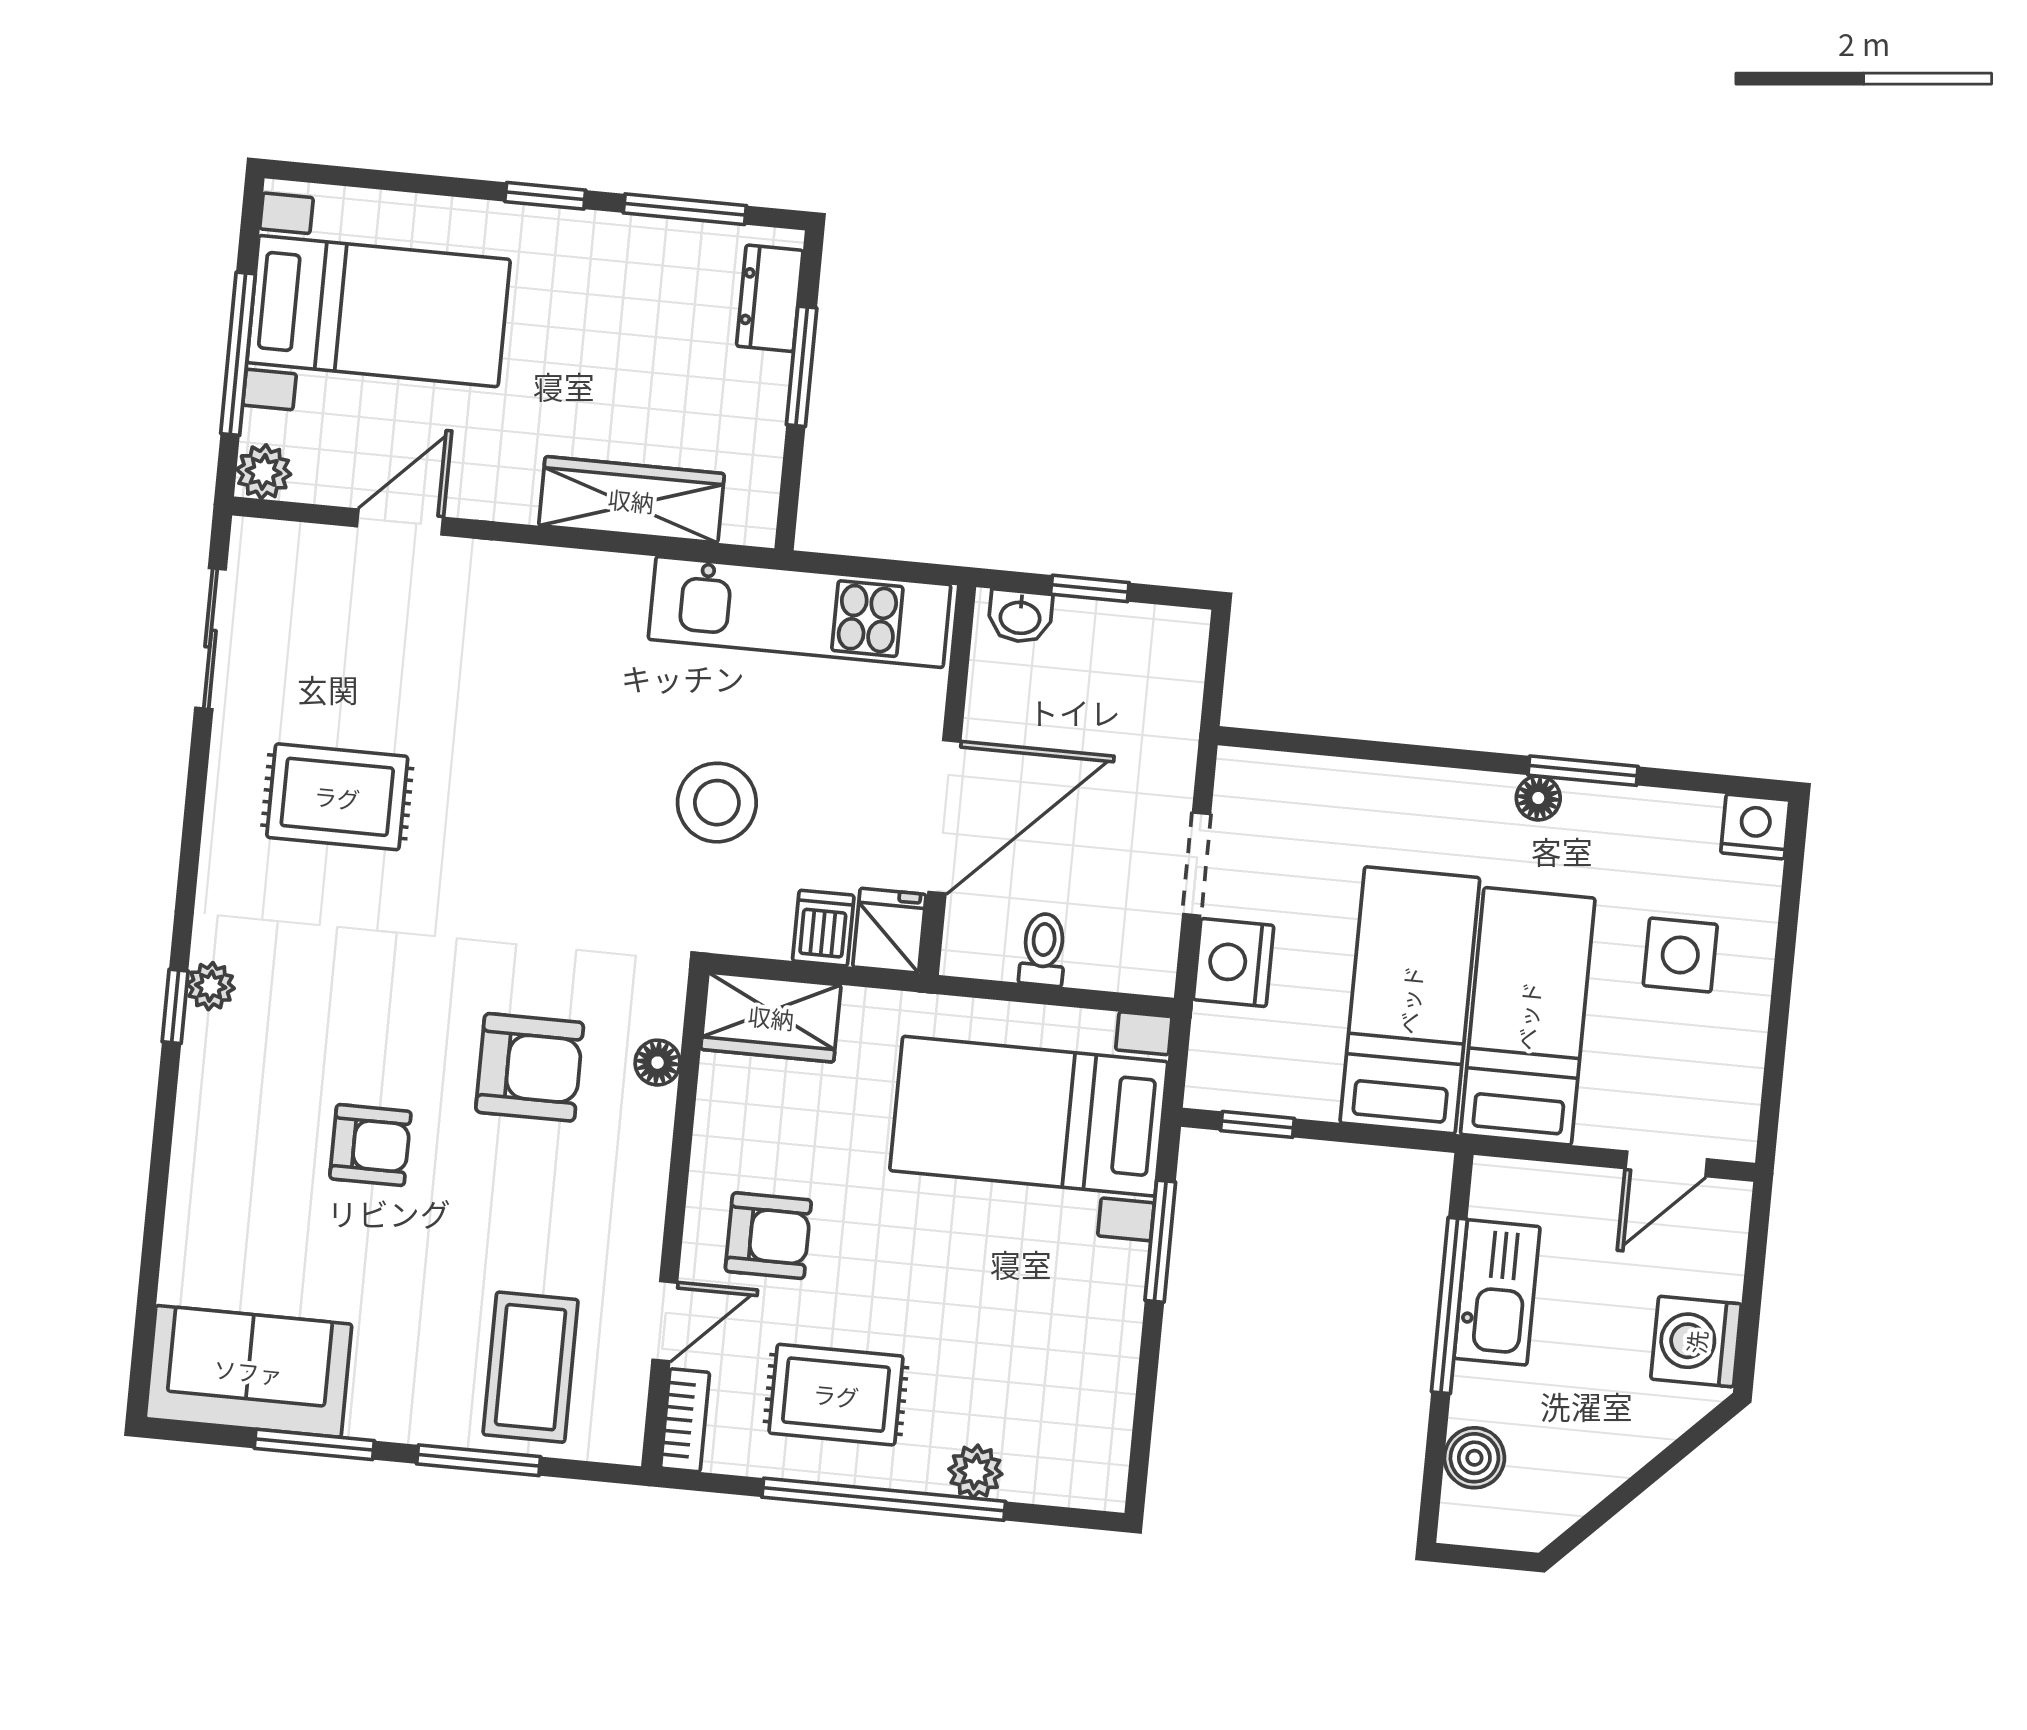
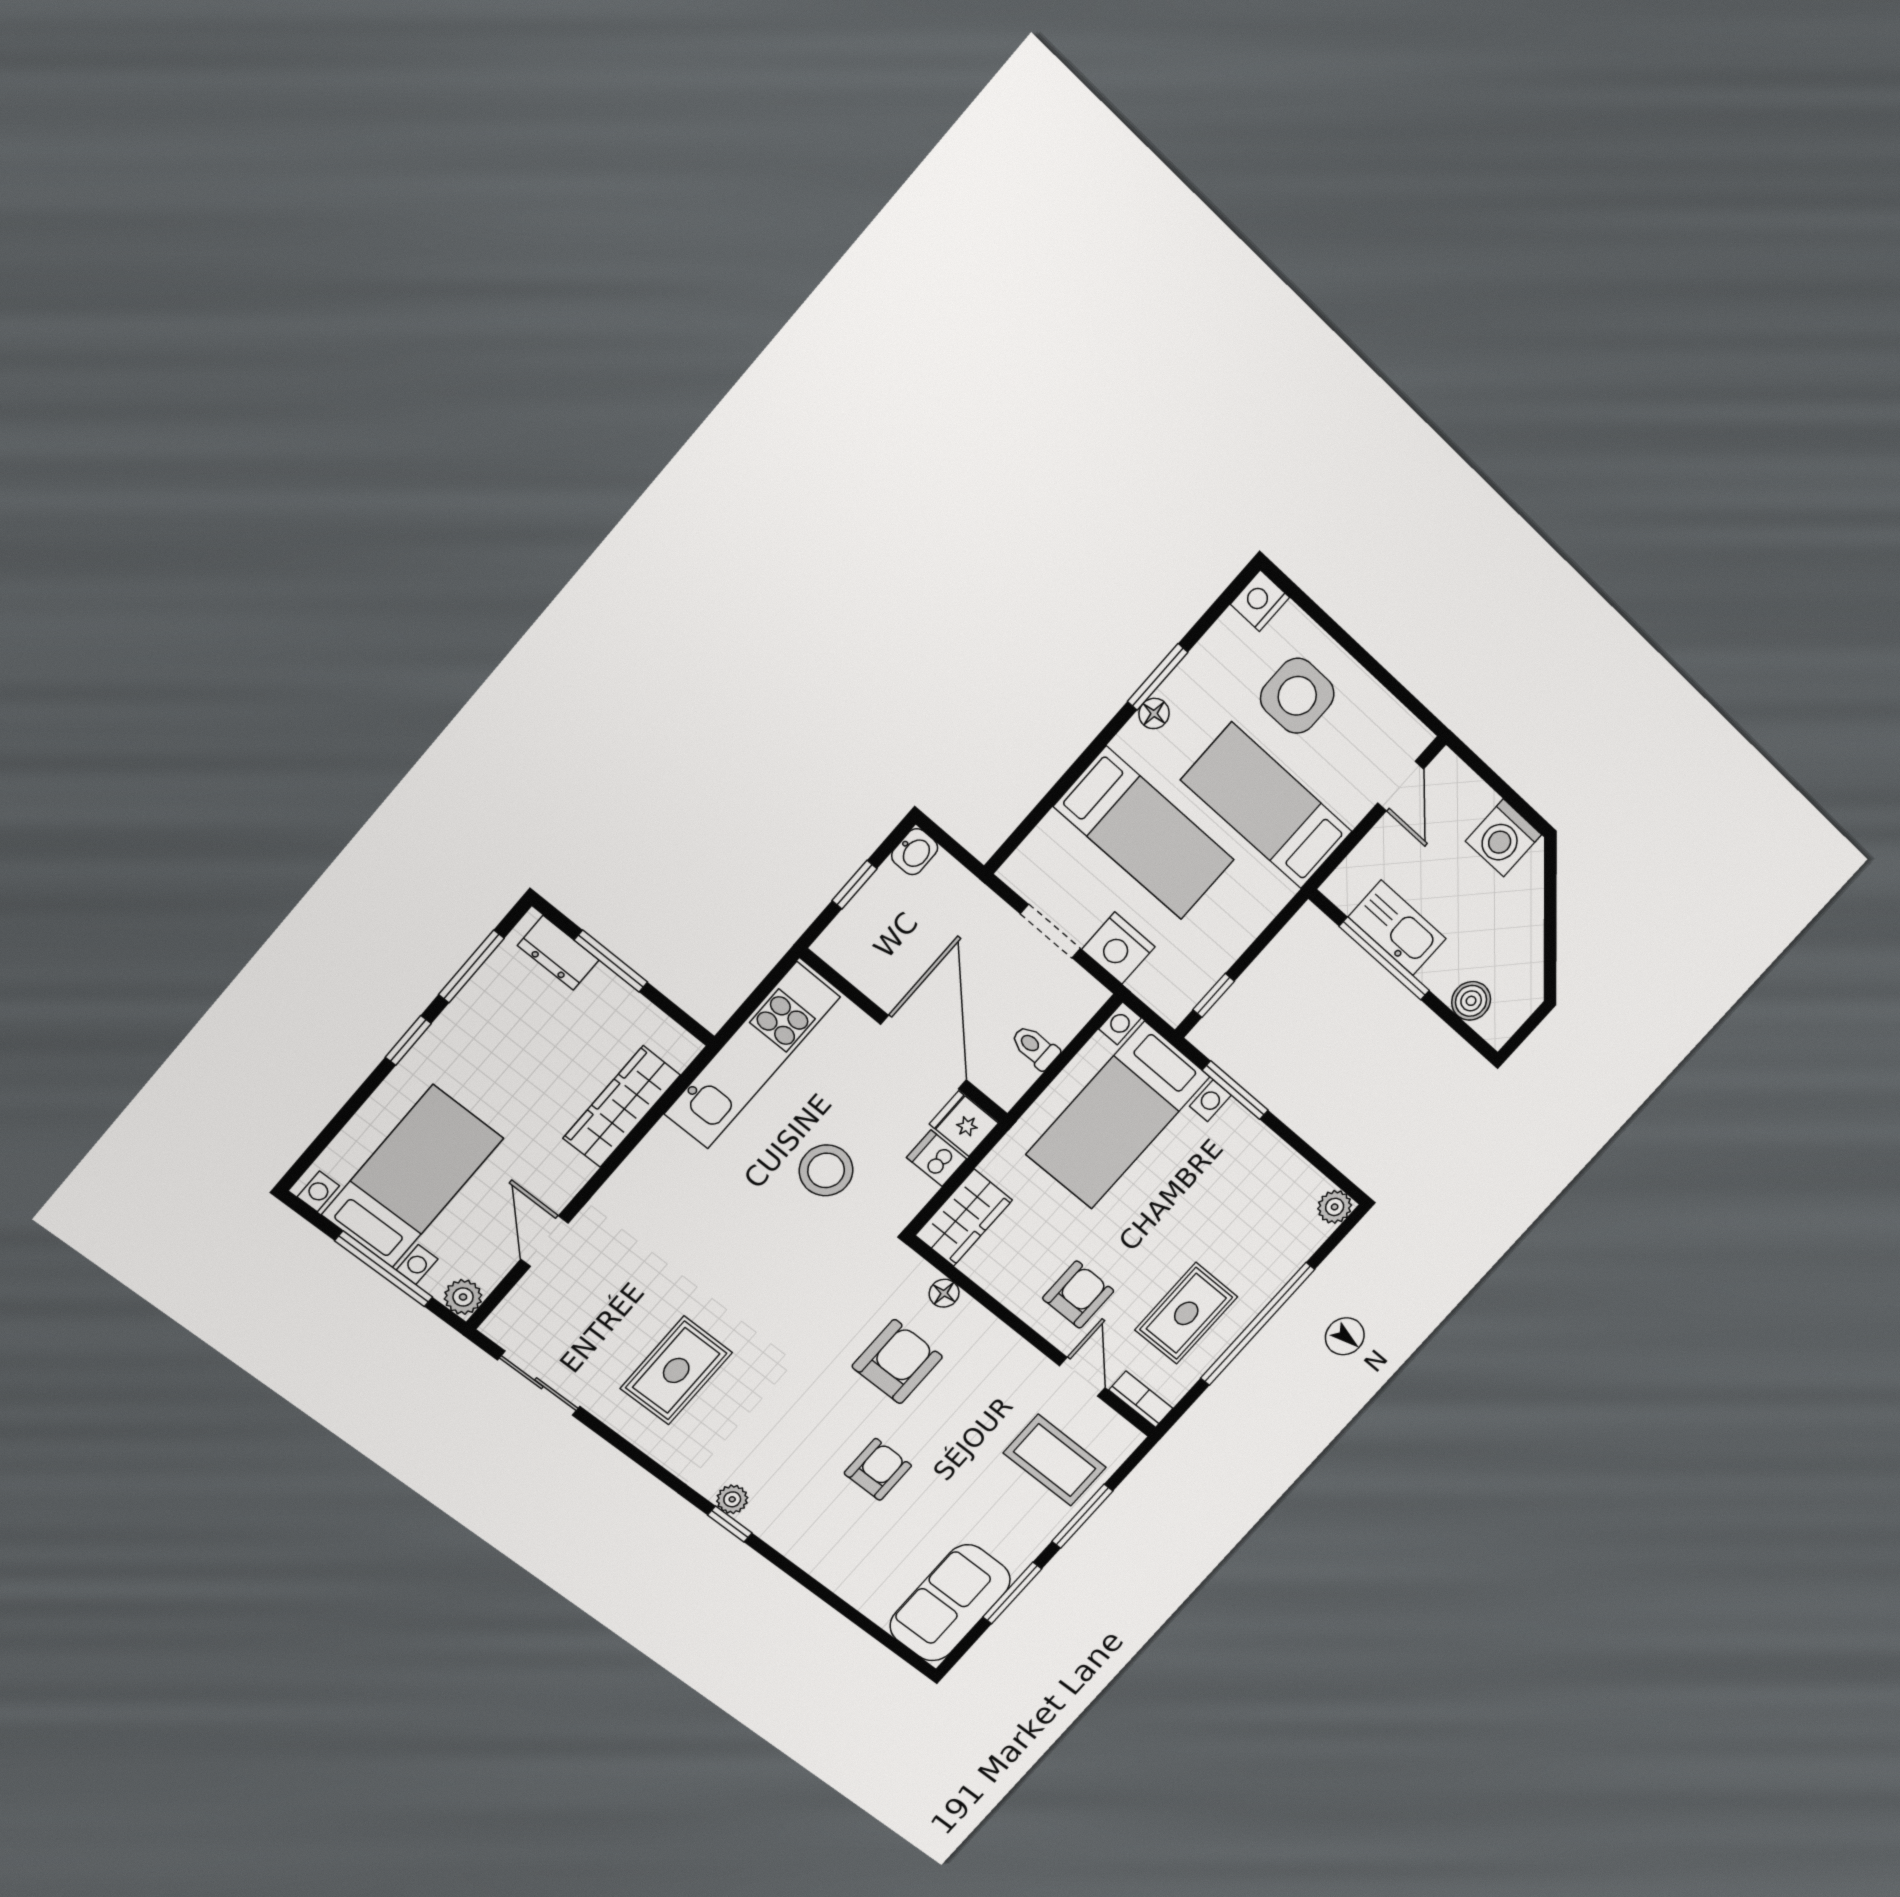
washbasin: (1020, 616) -> (915, 852), moved
side table: (1680, 955) -> (1297, 696), width x1.37, depth x1.37
bed: (1410, 1000) -> (1144, 833), moved, turned 180
plant: (975, 1472) -> (1335, 1207), moved

